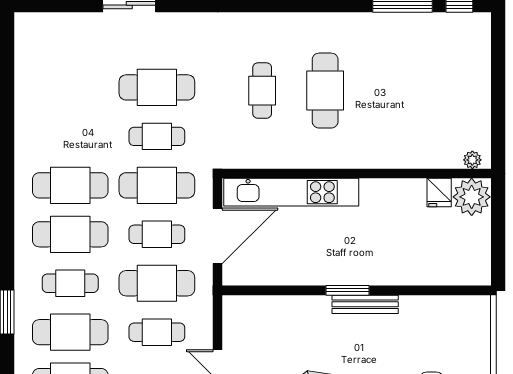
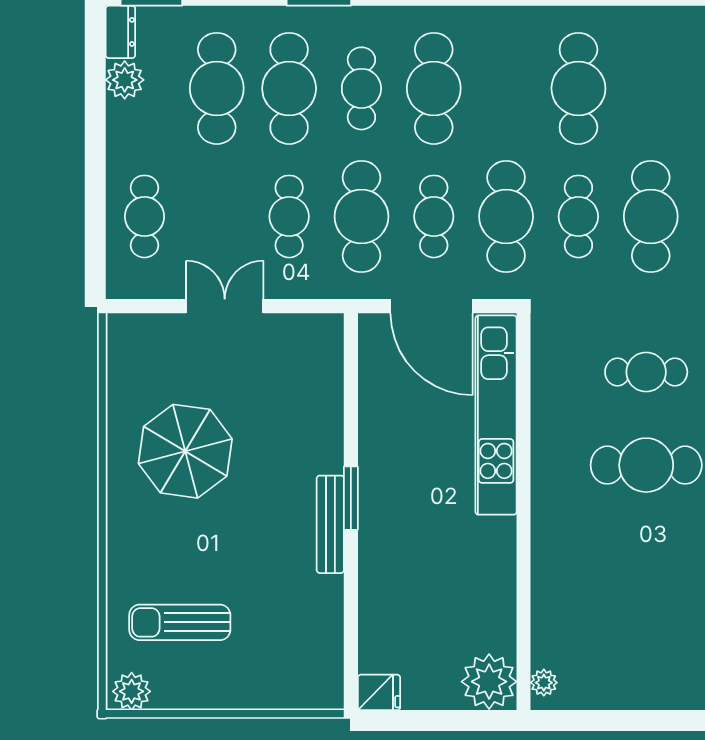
cafe table: (70, 185) -> (578, 88), moved
fridge: (439, 193) -> (379, 692), moved, turned 180

